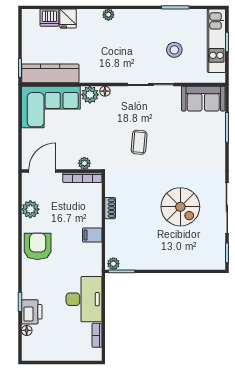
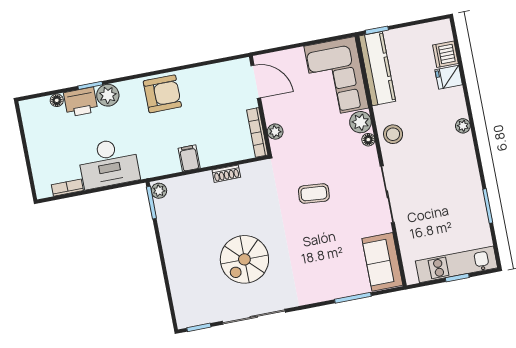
stool: (174, 50) -> (393, 134), moved
plant: (30, 209) -> (108, 95), moved

